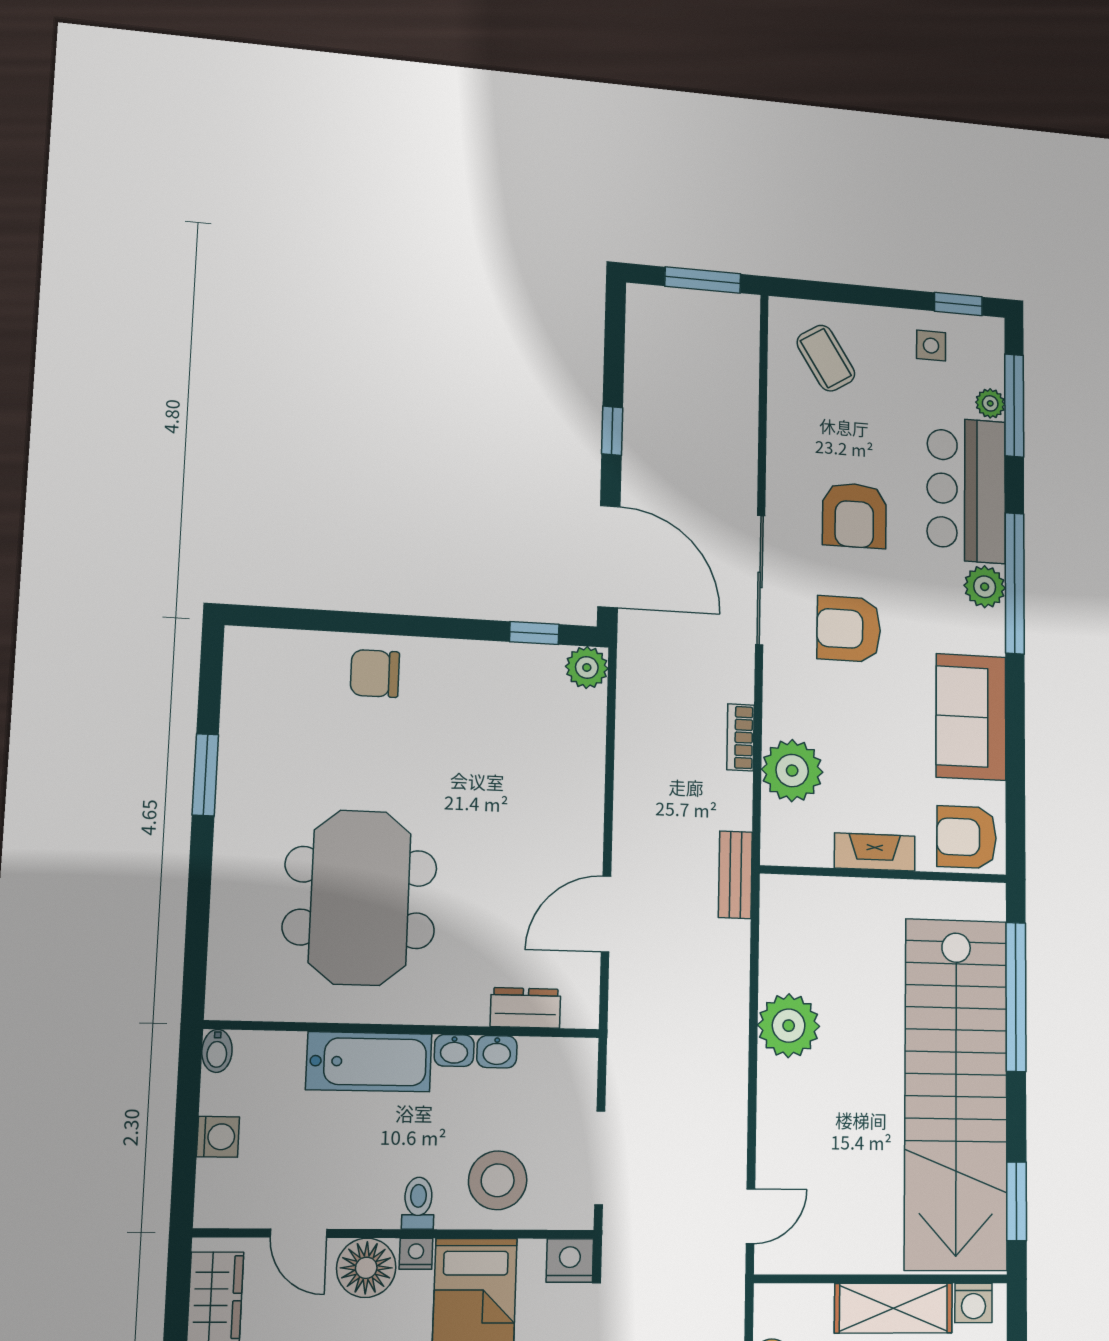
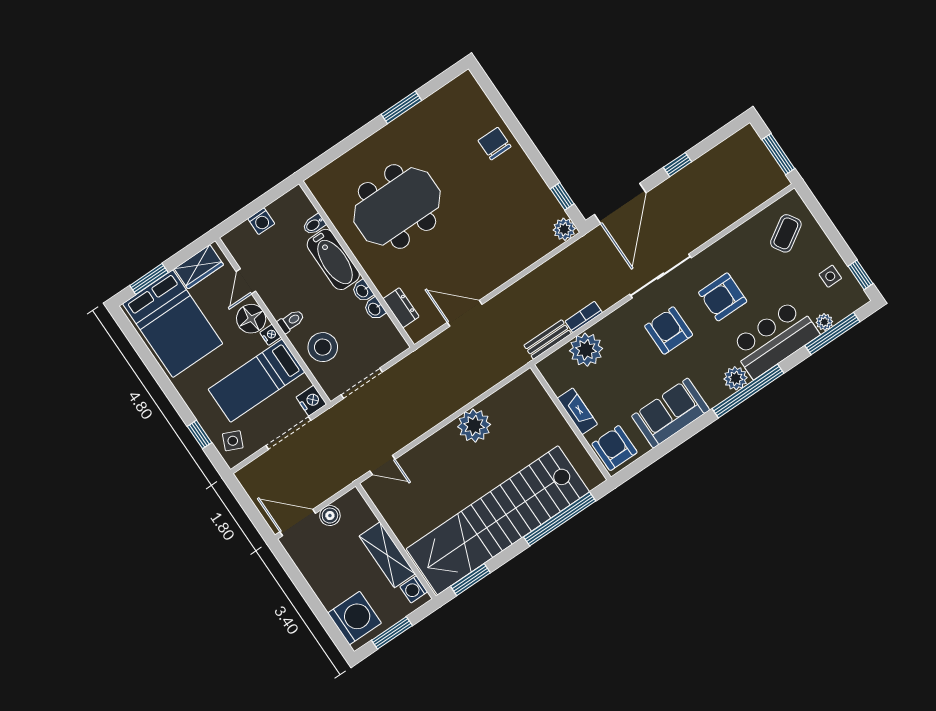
bench: (735, 875) -> (548, 339), moved
bidet: (217, 1051) -> (314, 224), moved

